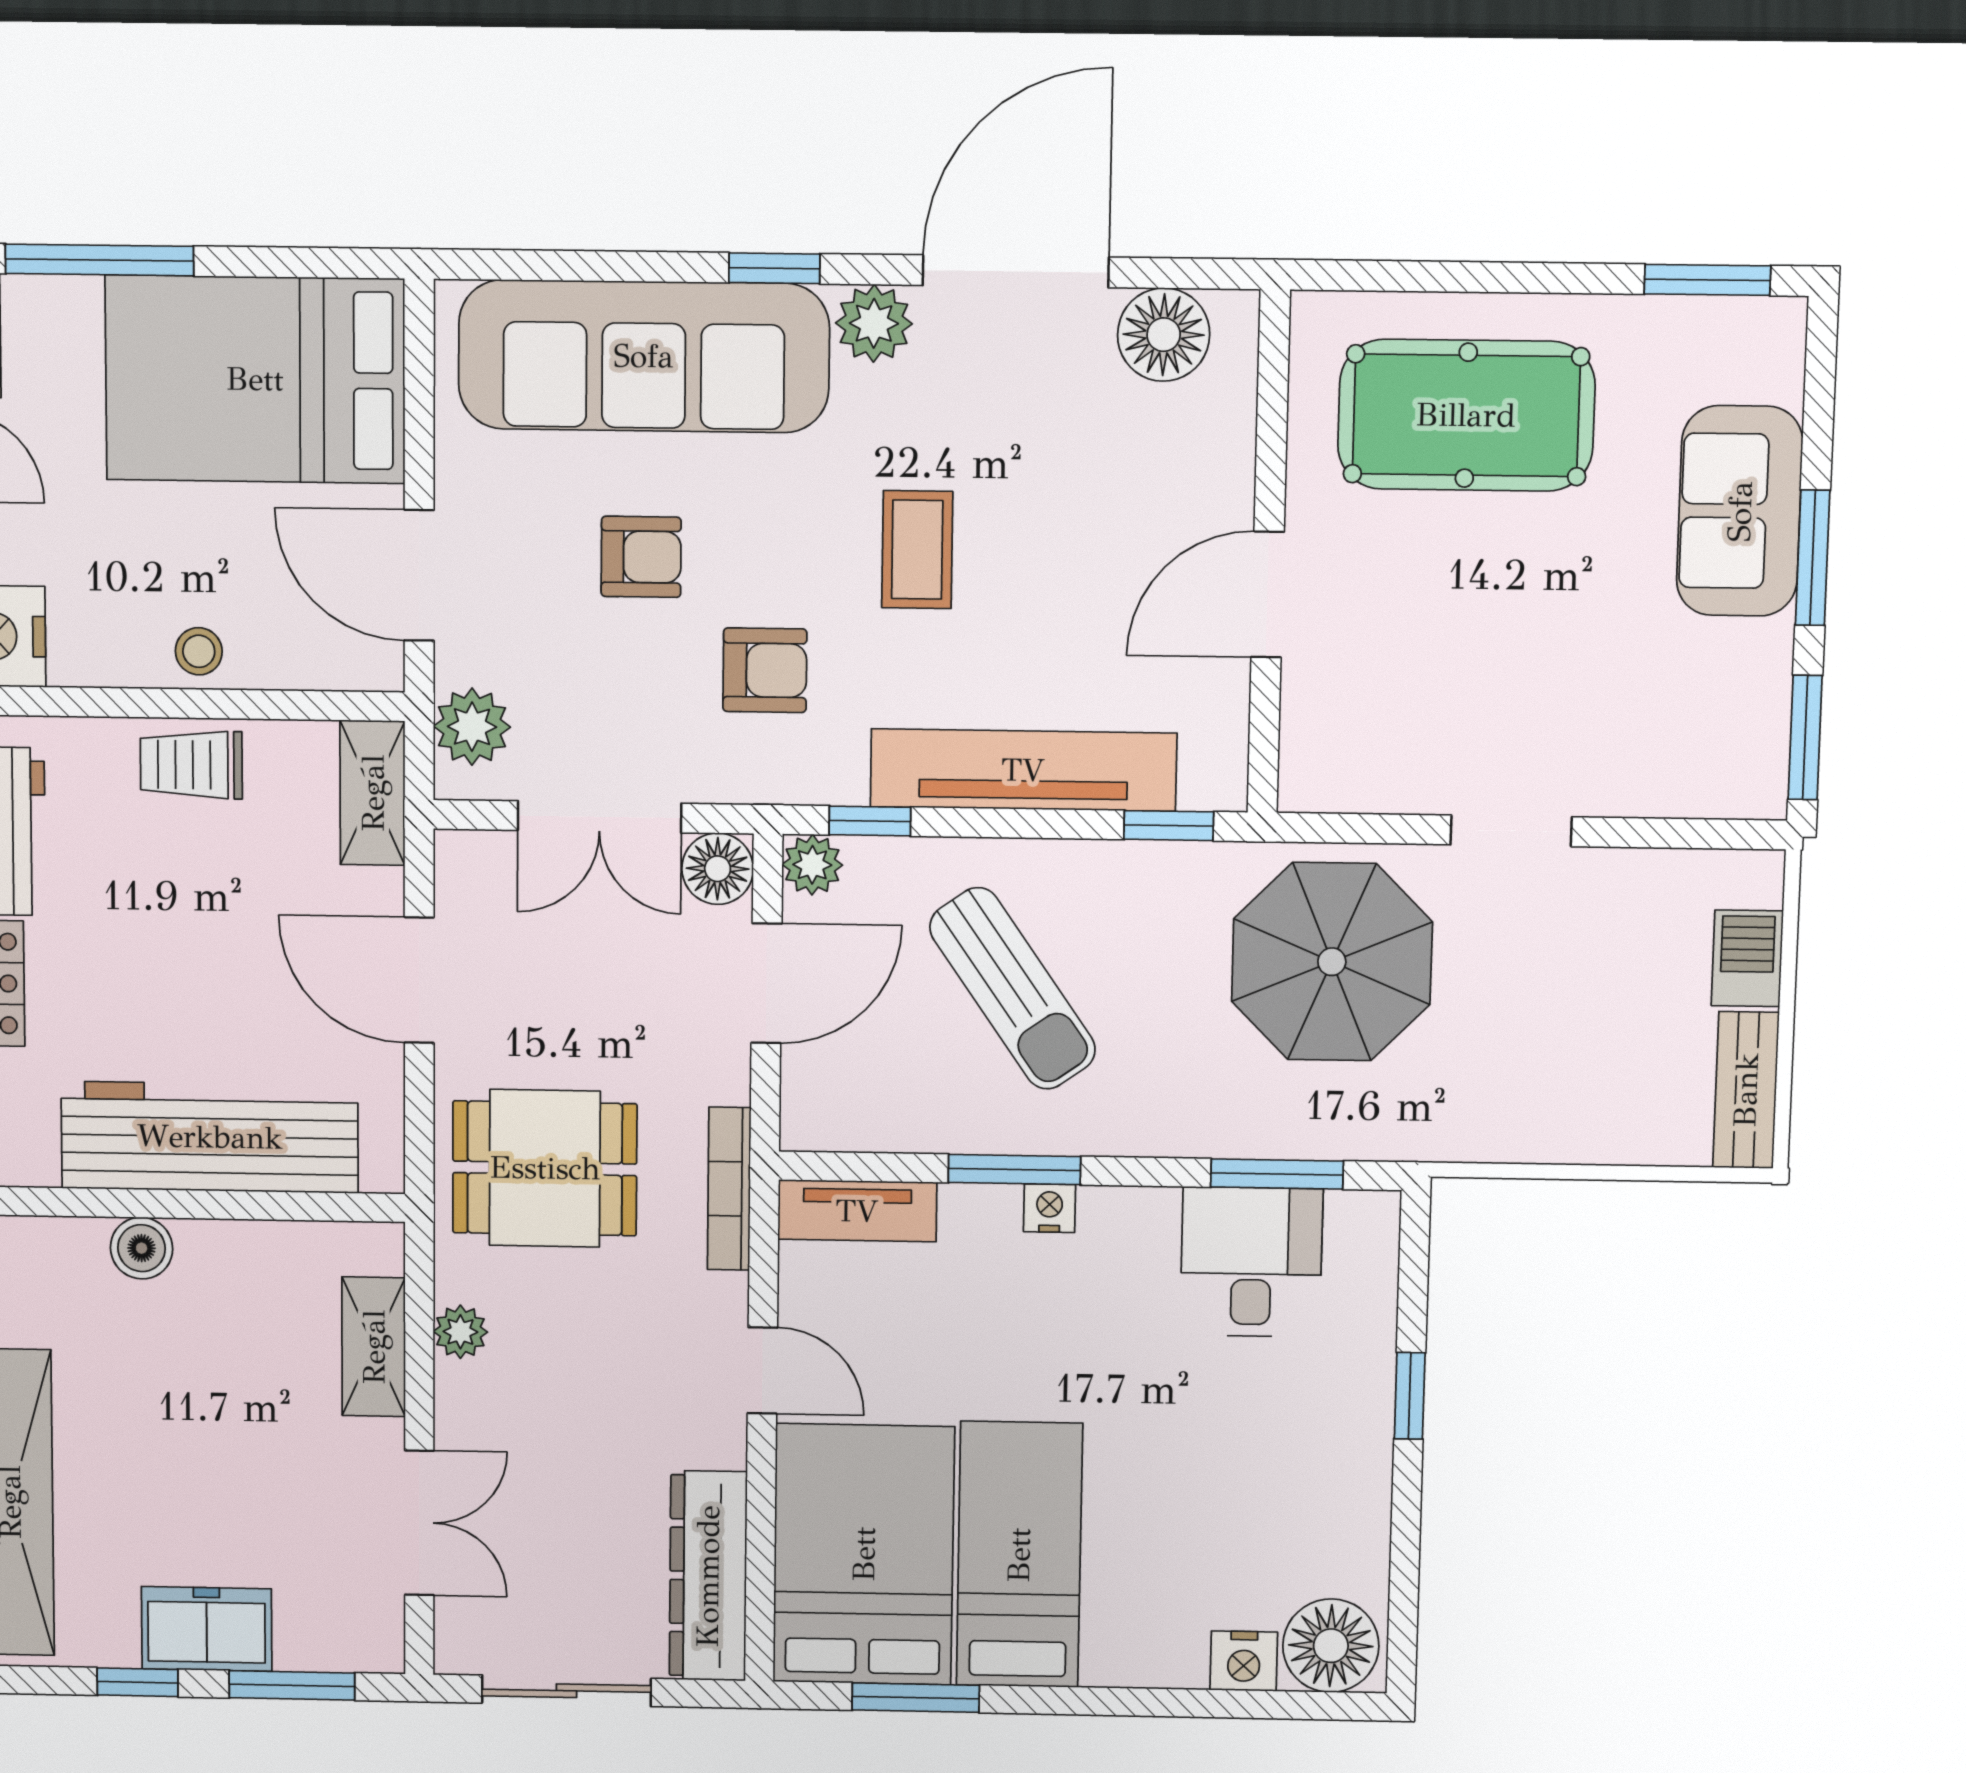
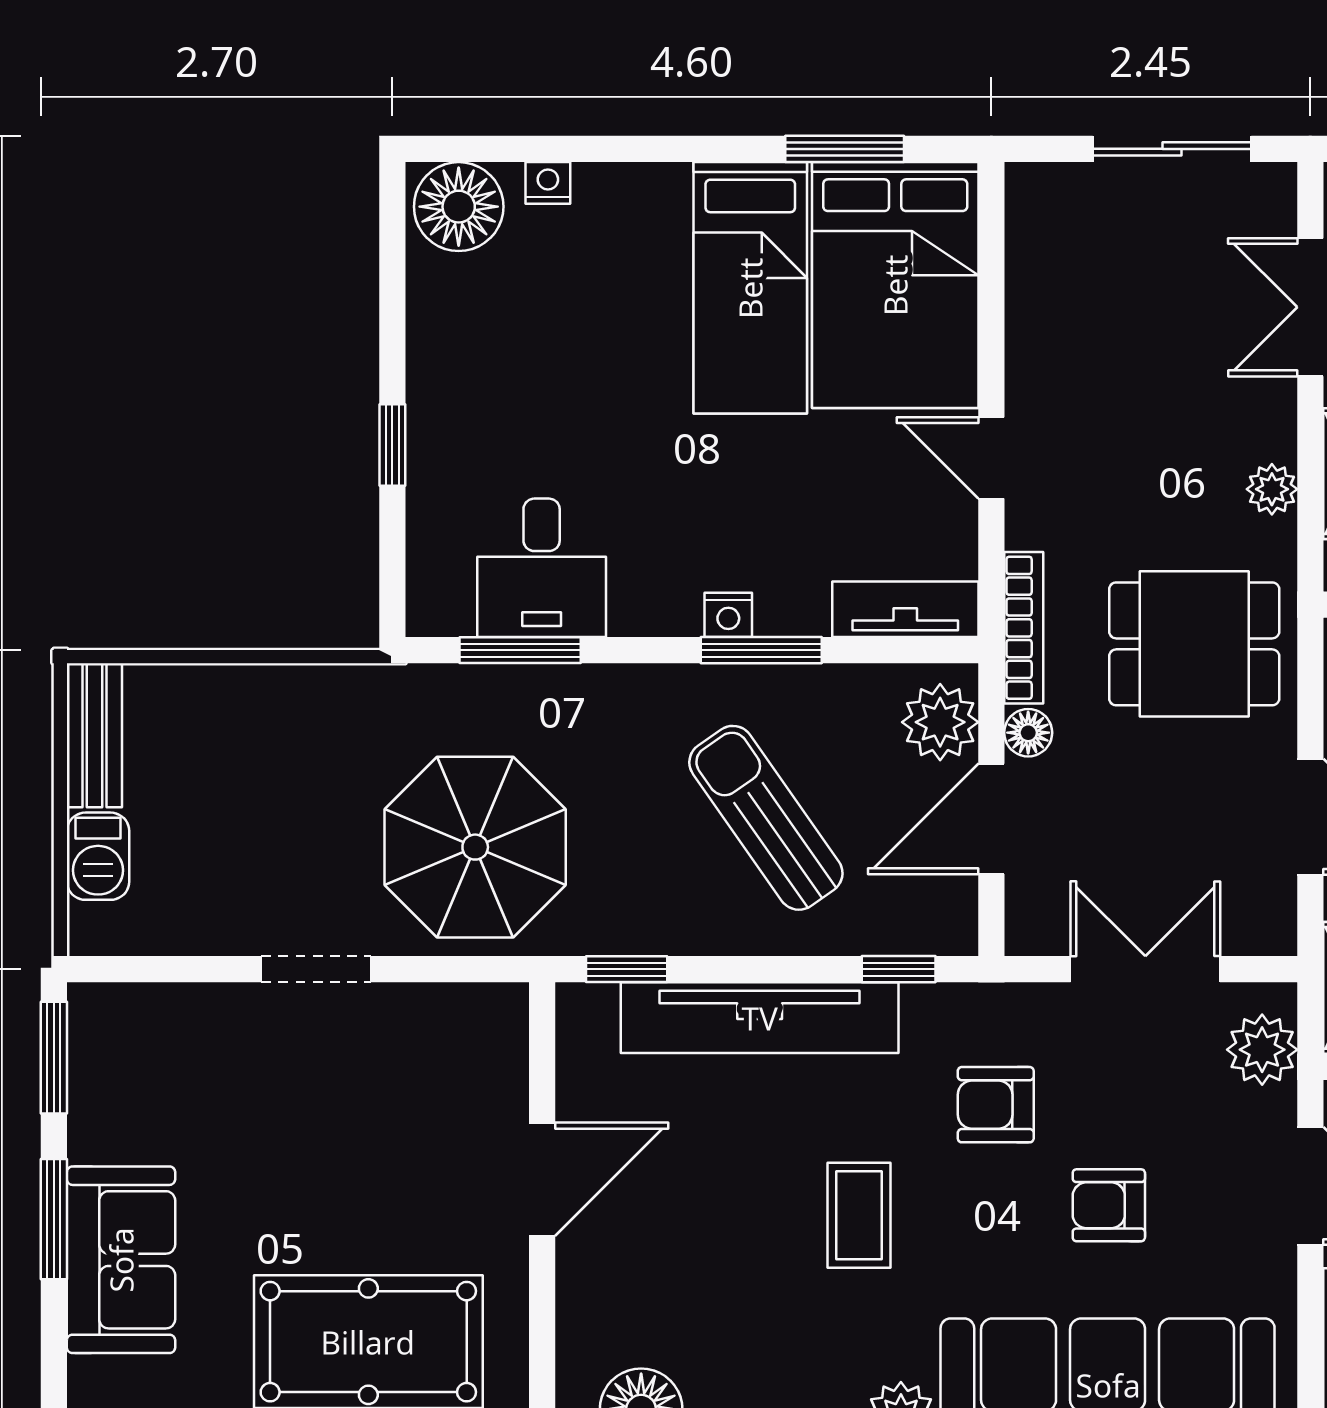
plant: (812, 865) -> (940, 722), moved, width x1.38, depth x1.38
floor lamp: (718, 869) -> (1028, 733), moved, width x0.73, depth x0.73
dresser: (708, 1576) -> (1040, 262), removed
nightstand: (1244, 1661) -> (548, 183), width x0.72, depth x0.74

